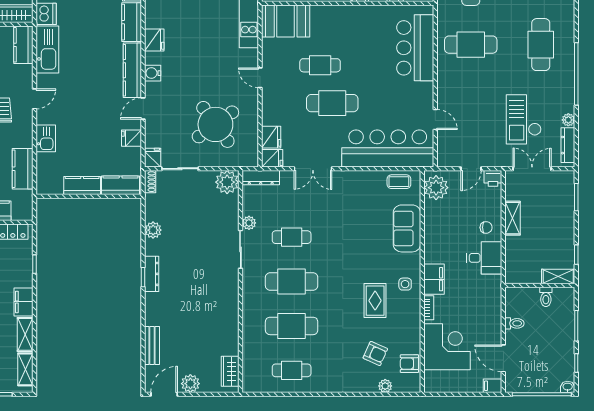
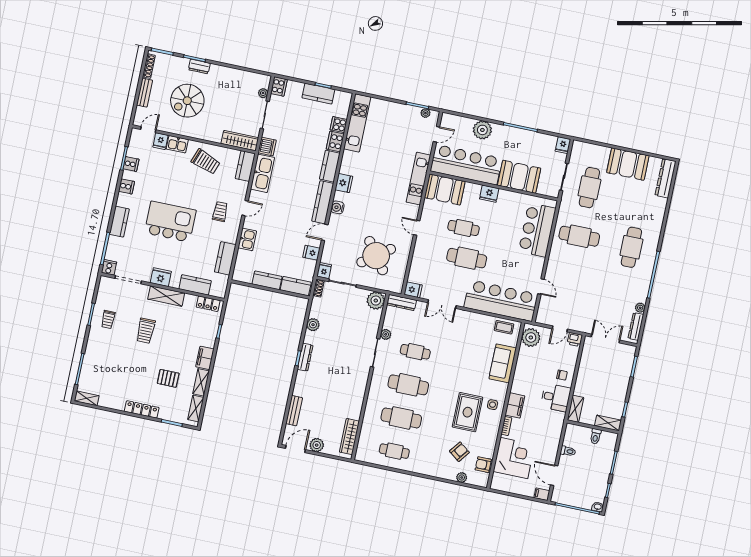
checkout: (524, 119) -> (607, 300), removed
fridge: (271, 137) -> (489, 194), moved, turned 90
shelving: (513, 218) -> (575, 409), moved
rug: (375, 301) -> (468, 412), width x1.36, depth x1.43
armchair: (375, 353) -> (459, 452), turned -77
wardrobe: (230, 371) -> (349, 437), width x1.50

